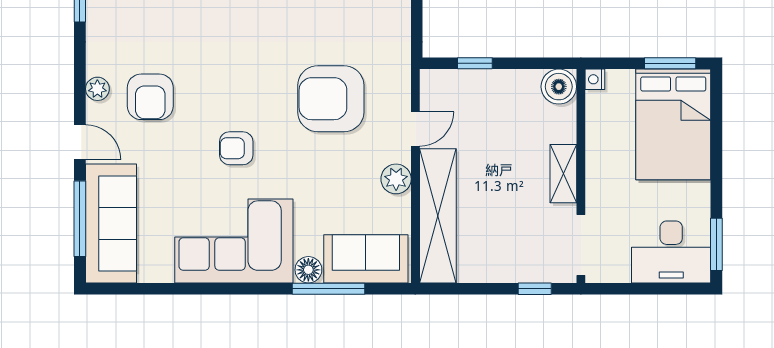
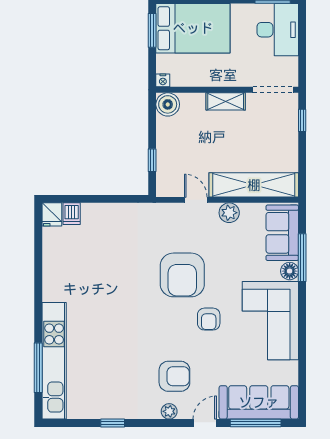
armchair: (331, 99) -> (182, 275), moved

